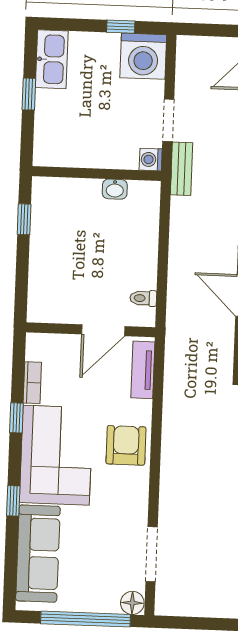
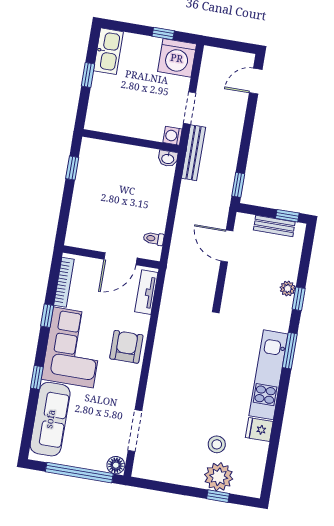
bench: (181, 169) -> (193, 153), width x1.36
washbasin: (115, 189) -> (168, 159), moved
bookcase: (32, 383) -> (64, 282), width x1.56

